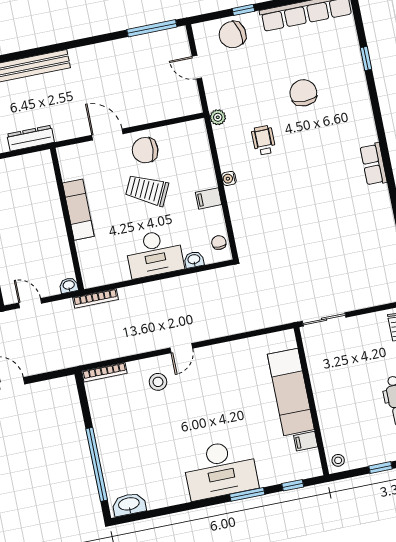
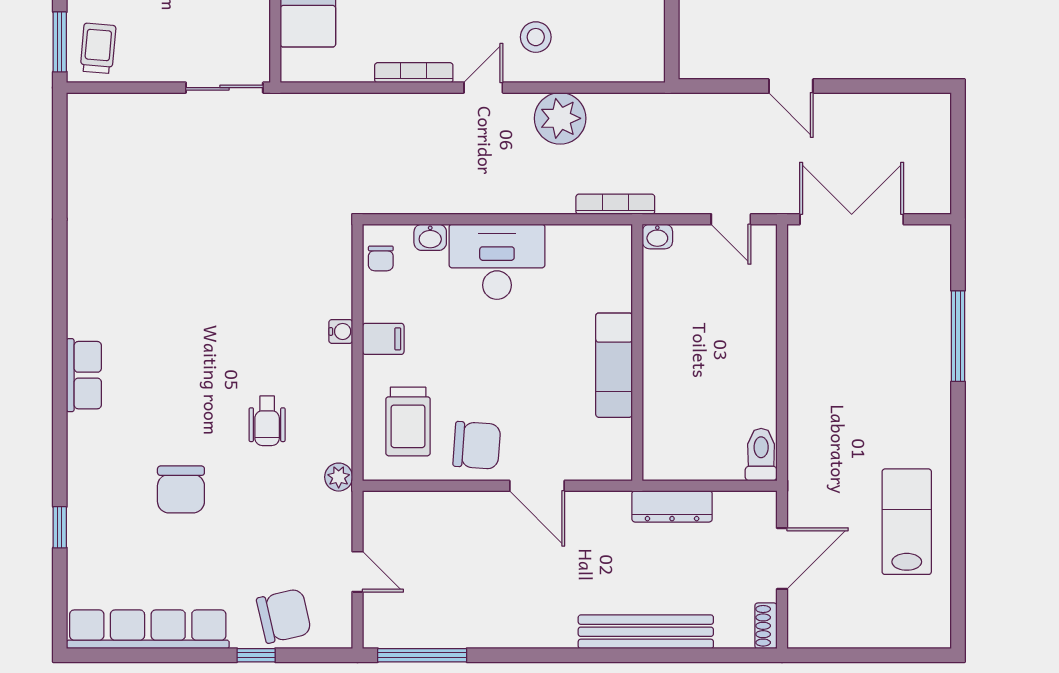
row of seats: (373, 164) -> (84, 375), moved
water cooler: (229, 178) -> (341, 331), moved
trolley: (147, 190) -> (408, 421), moved, turned 64
plant: (135, 340) -> (560, 118), added
bookcase: (104, 372) -> (414, 73), moved

